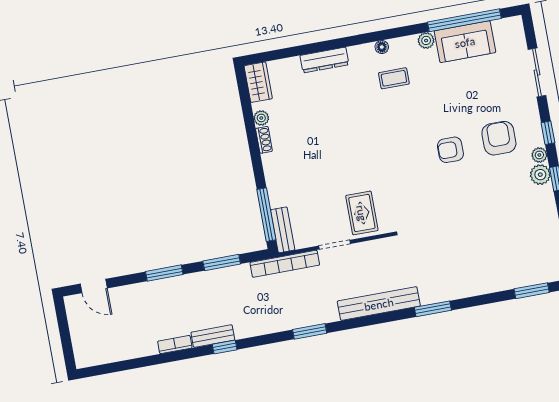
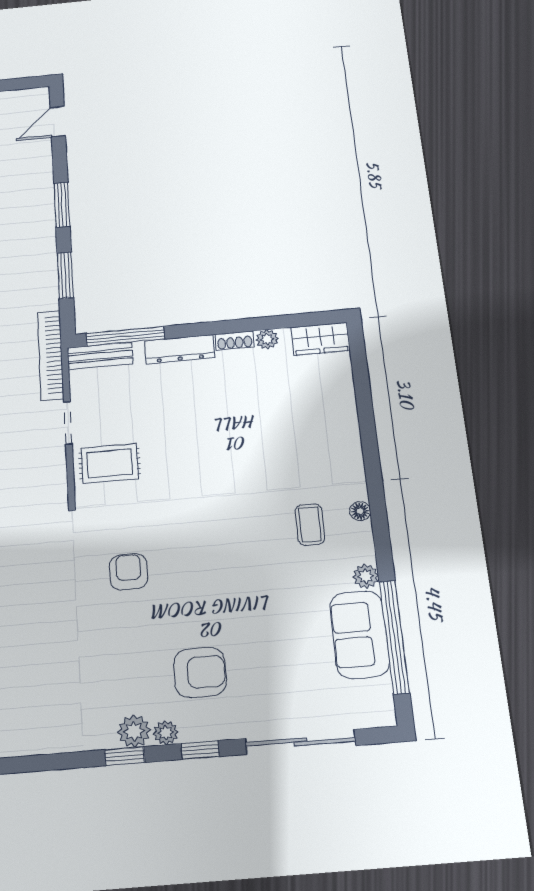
dresser: (324, 60) -> (180, 349), moved, turned -90
sliding door: (537, 73) -> (300, 742), width x1.37
armchair: (450, 150) -> (128, 572), moved

